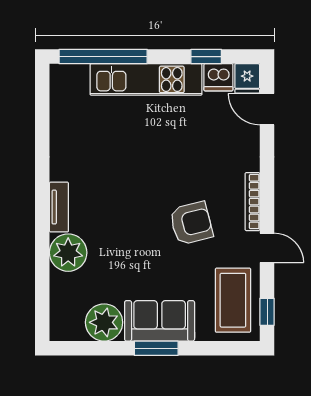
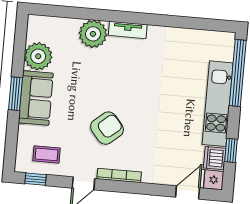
armchair: (191, 223) -> (107, 128), turned -116
coffee table: (233, 300) -> (46, 154), width x0.54, depth x0.58

